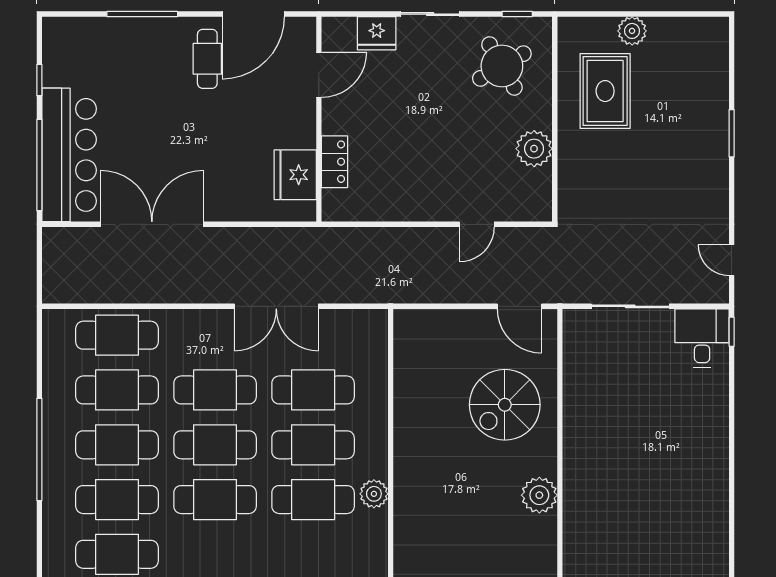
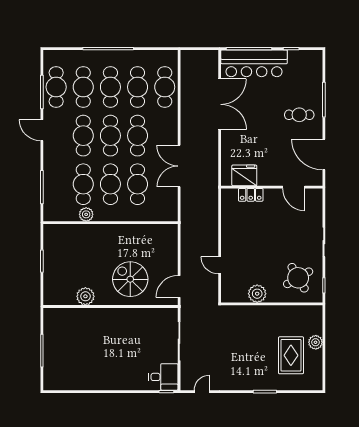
fridge: (377, 33) -> (314, 216), removed
cafe table: (207, 59) -> (299, 115), moved
rug: (605, 91) -> (291, 355), moved, turned 90

